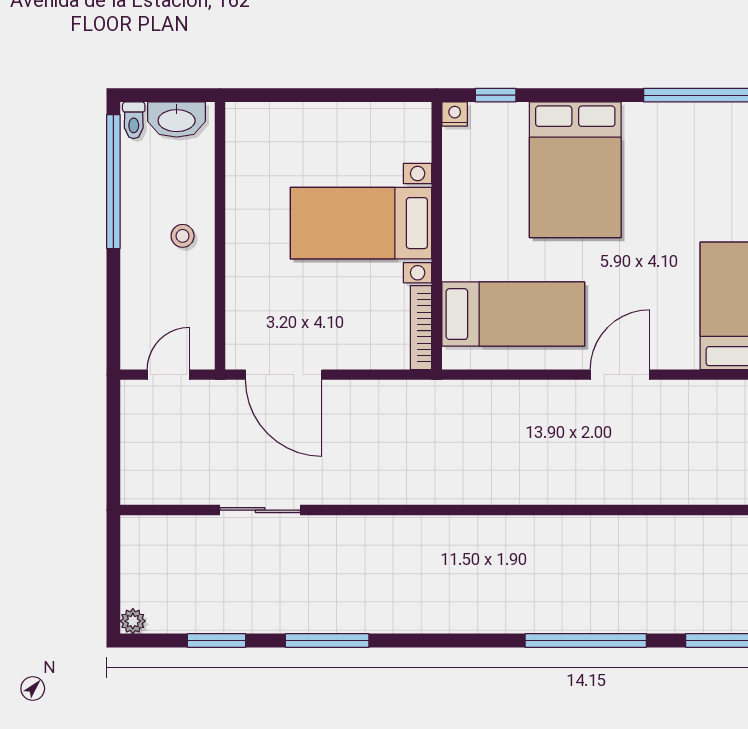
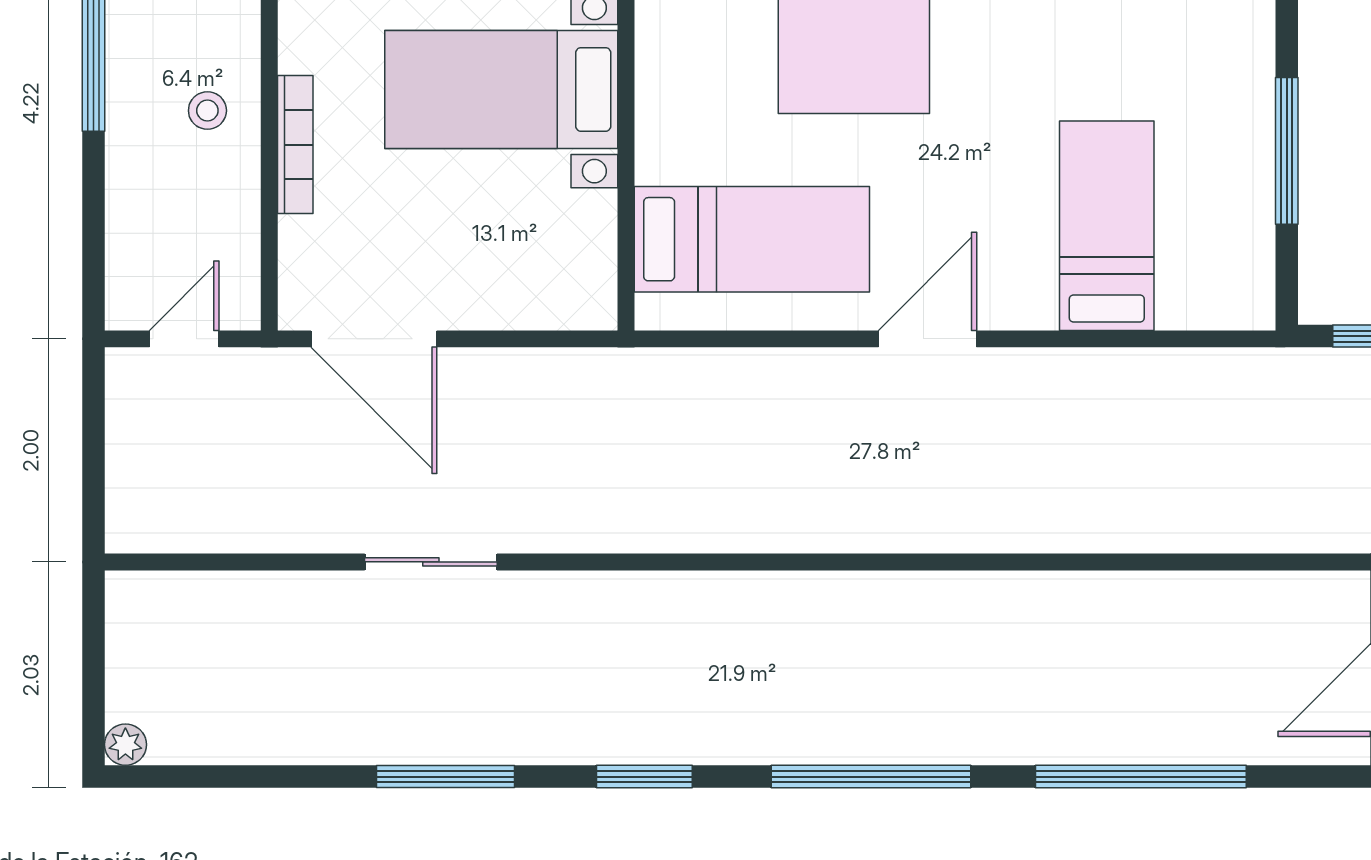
bookcase: (421, 328) -> (295, 145), moved, turned 180
sliding door: (260, 510) -> (431, 562), moved
window: (217, 640) -> (644, 777), moved

